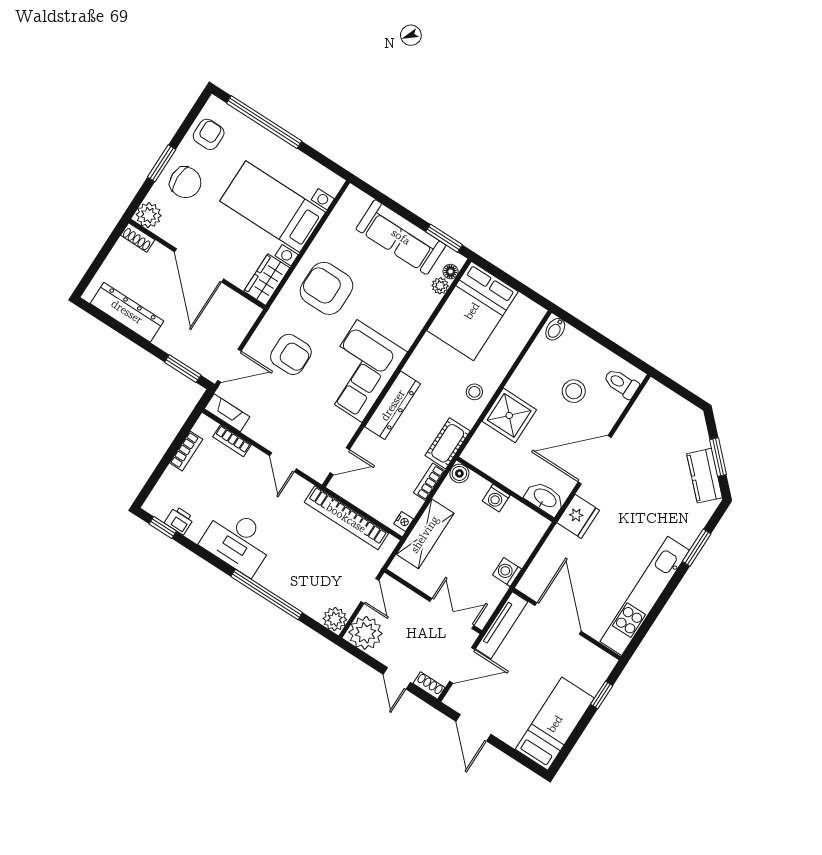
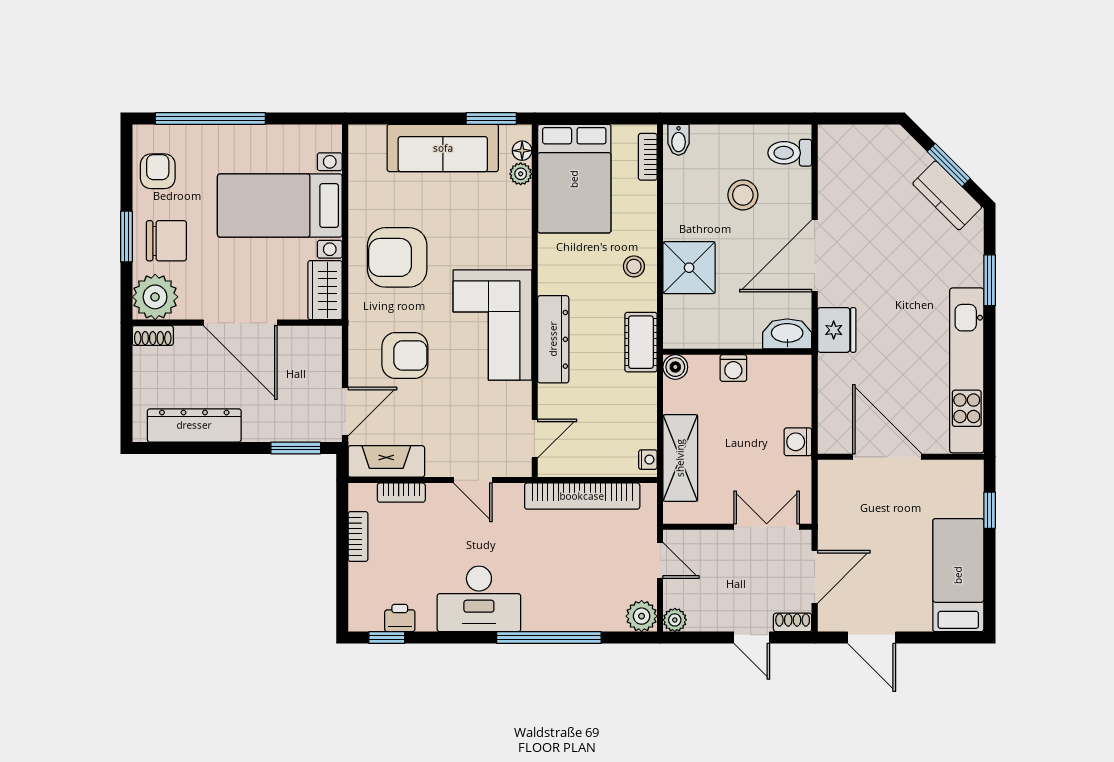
plant: (149, 215) -> (155, 297), width x1.36, depth x1.36
fireplace: (227, 413) -> (386, 461), width x1.37, depth x1.32
bookcase: (429, 482) -> (648, 157), moved
tv unit: (502, 625) -> (830, 504), removed
plant: (365, 633) -> (675, 620), width x0.53, depth x0.53

